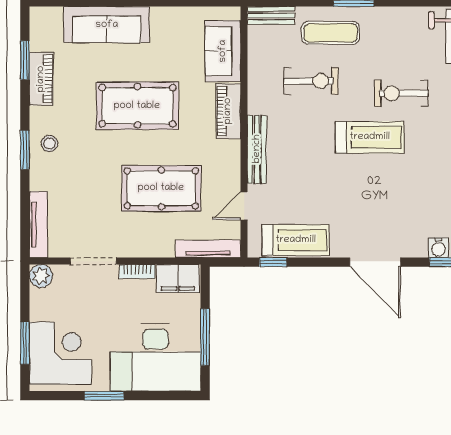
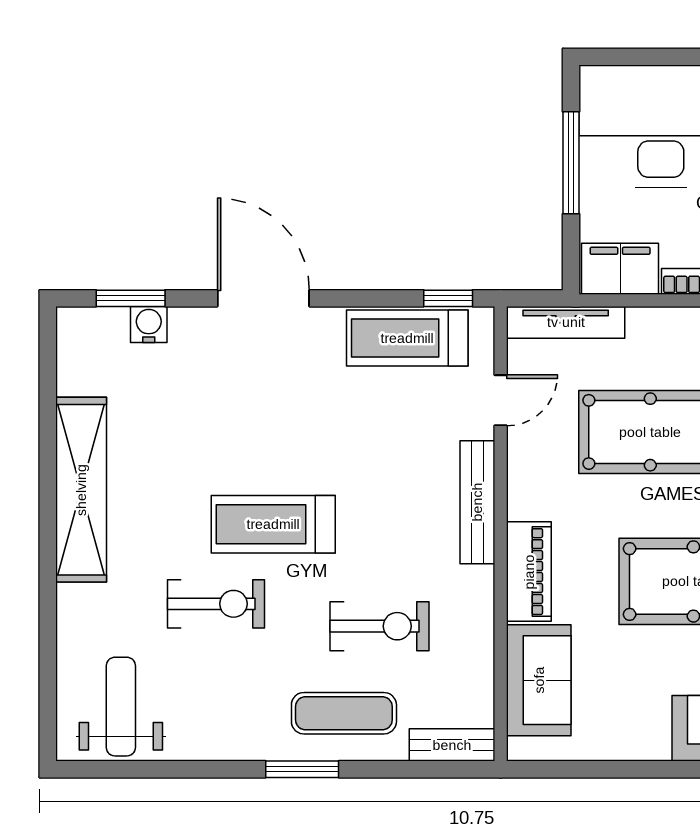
exercise bike: (311, 81) -> (380, 626), turned 180

